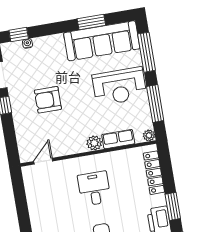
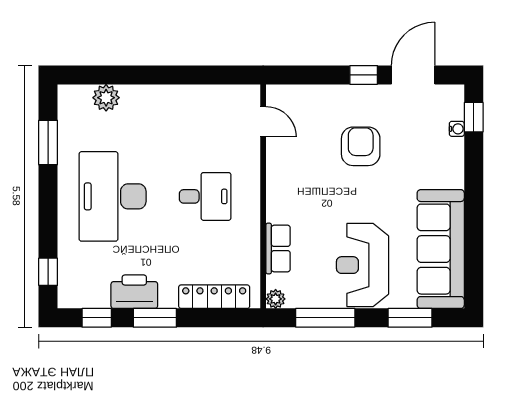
window: (91, 22) -> (474, 238), removed
window: (146, 52) -> (410, 318), width x0.69
plant: (94, 143) -> (278, 209), removed

